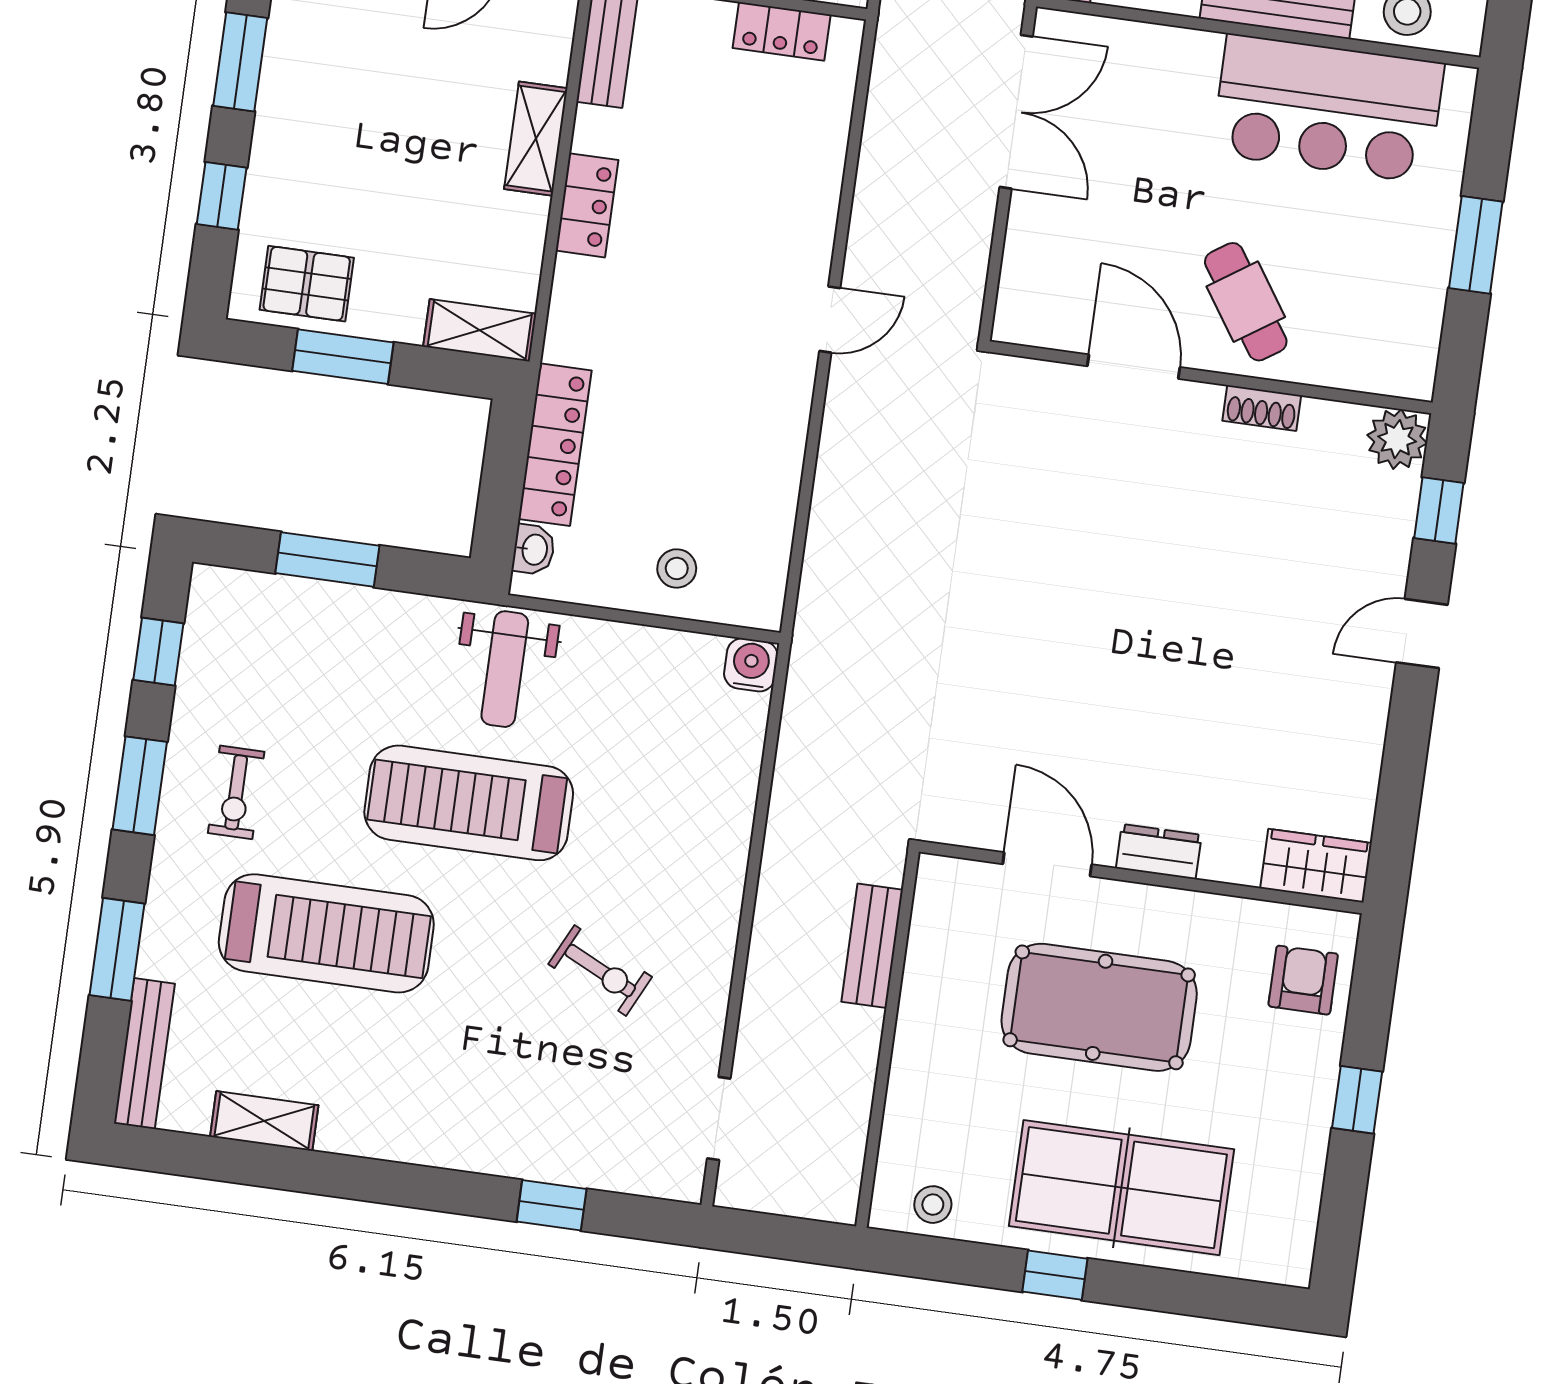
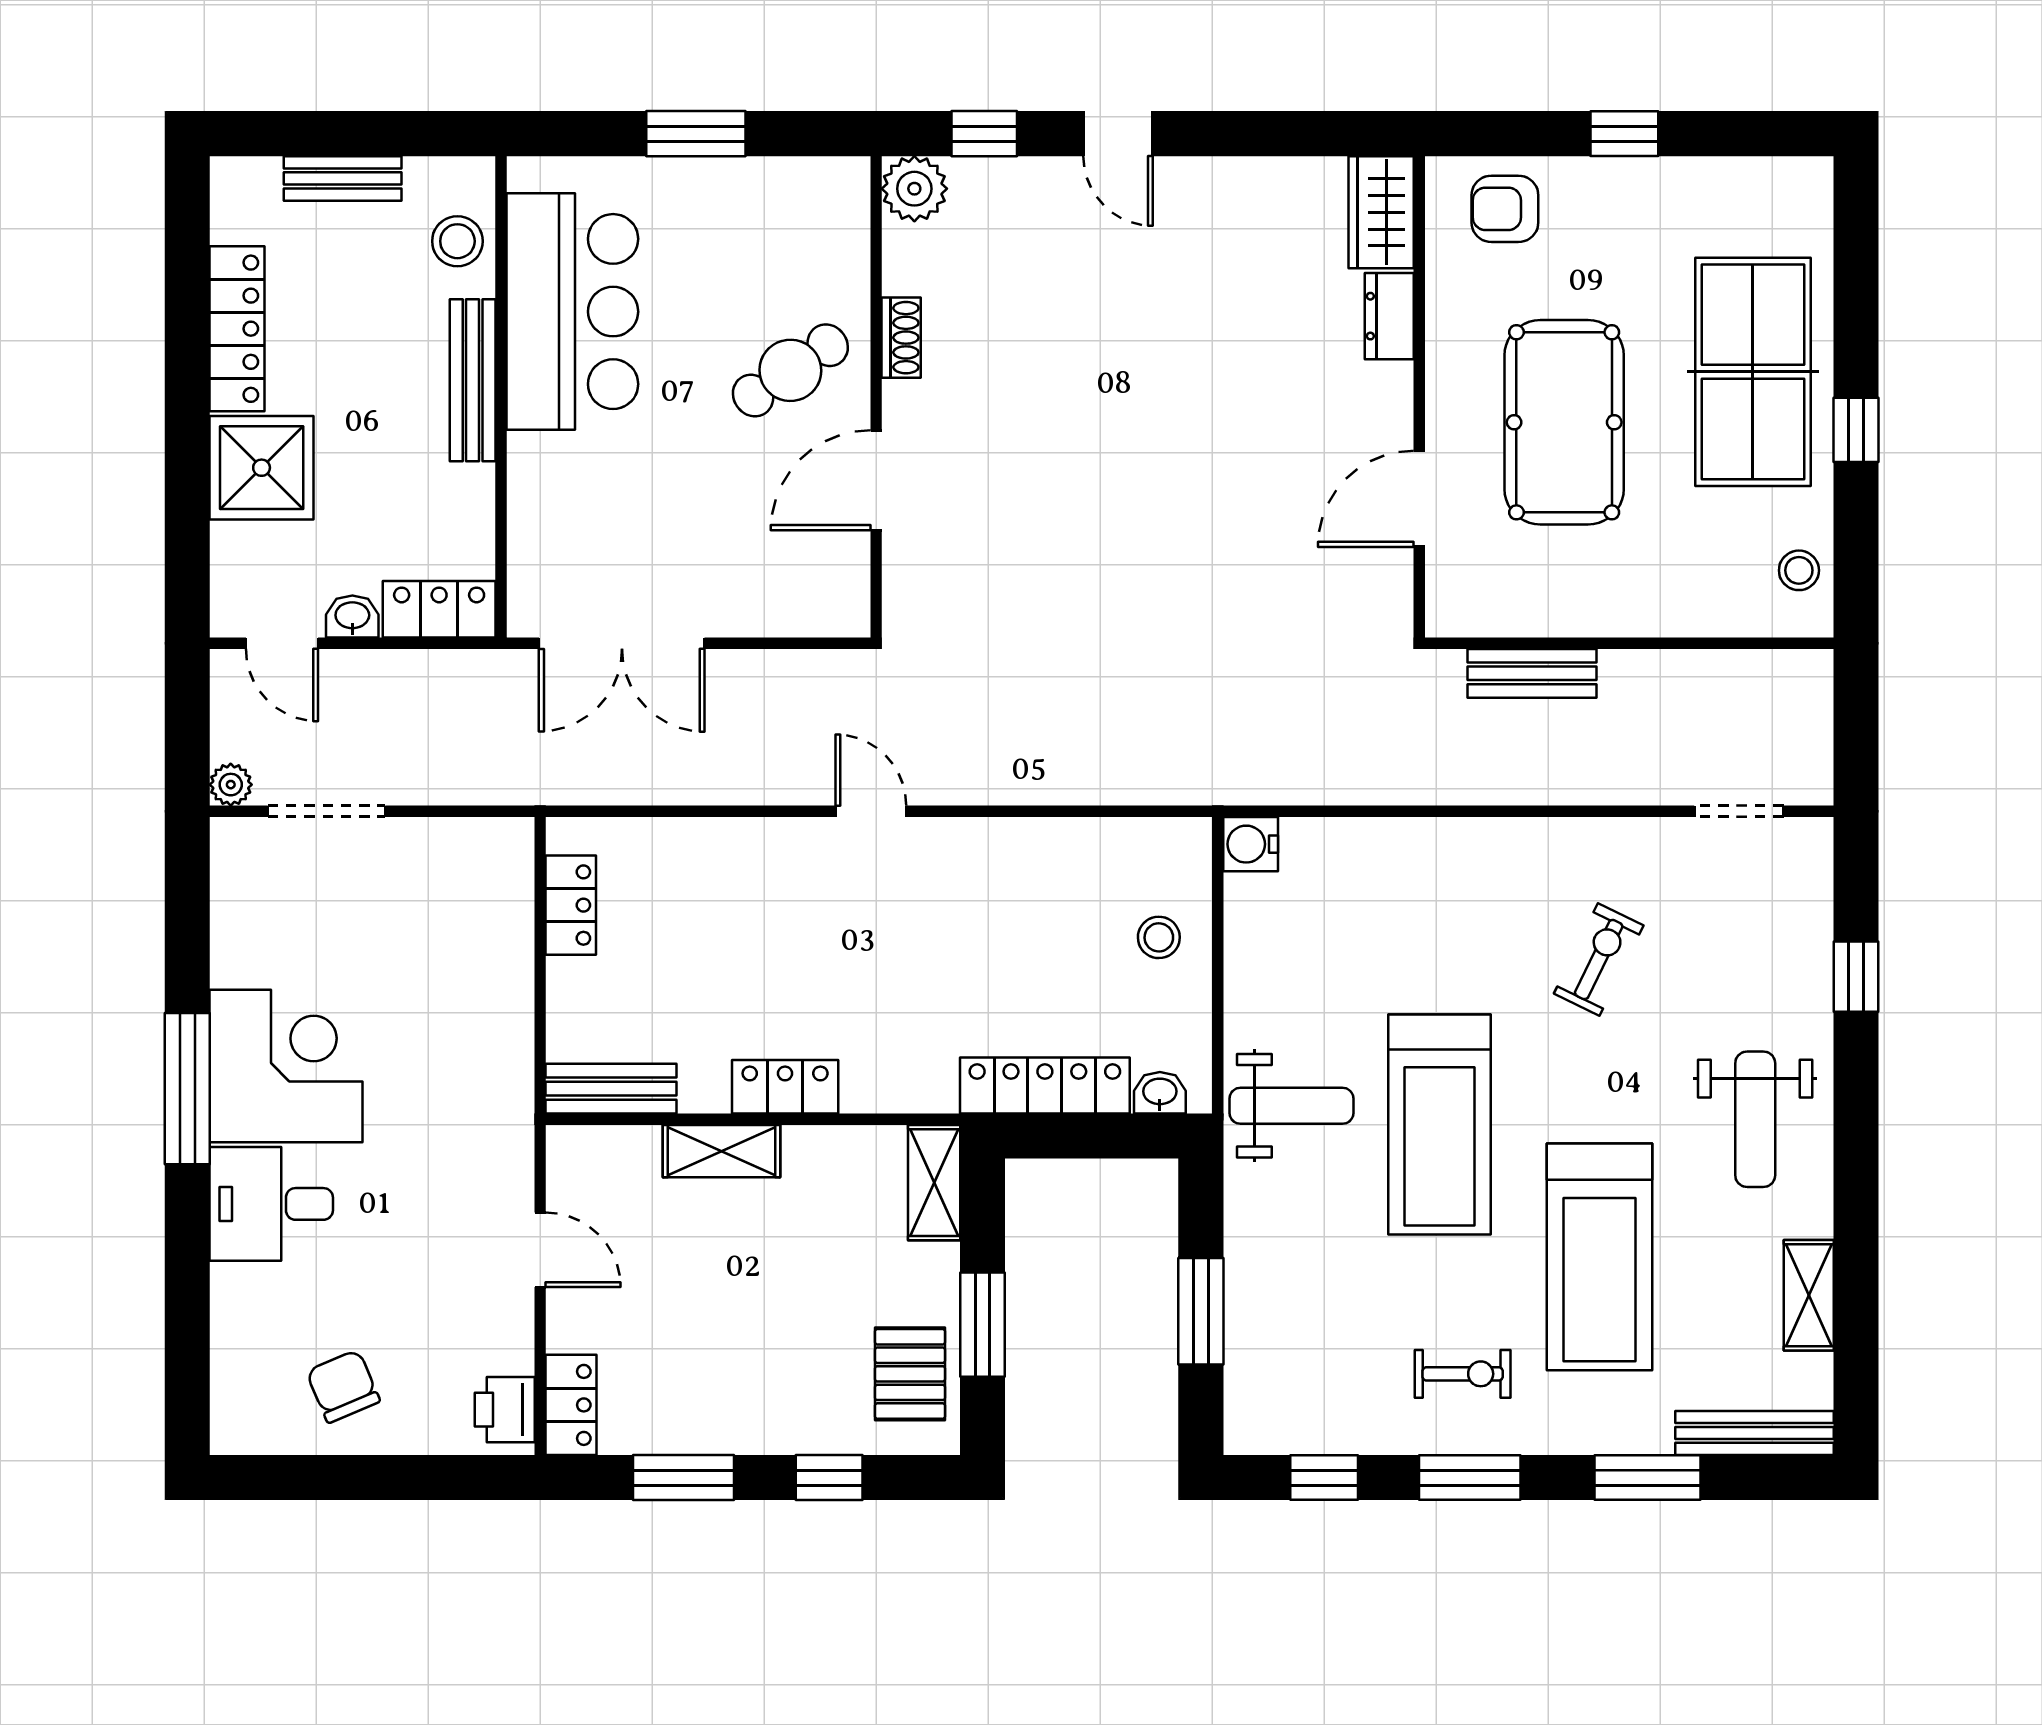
double door: (1016, 112) -> (622, 643), swing flipped
dresser: (1159, 852) -> (1389, 316), moved
treadmill: (326, 933) -> (1599, 1257), turned 180
weight bench: (433, 1094) -> (1755, 1119), added

